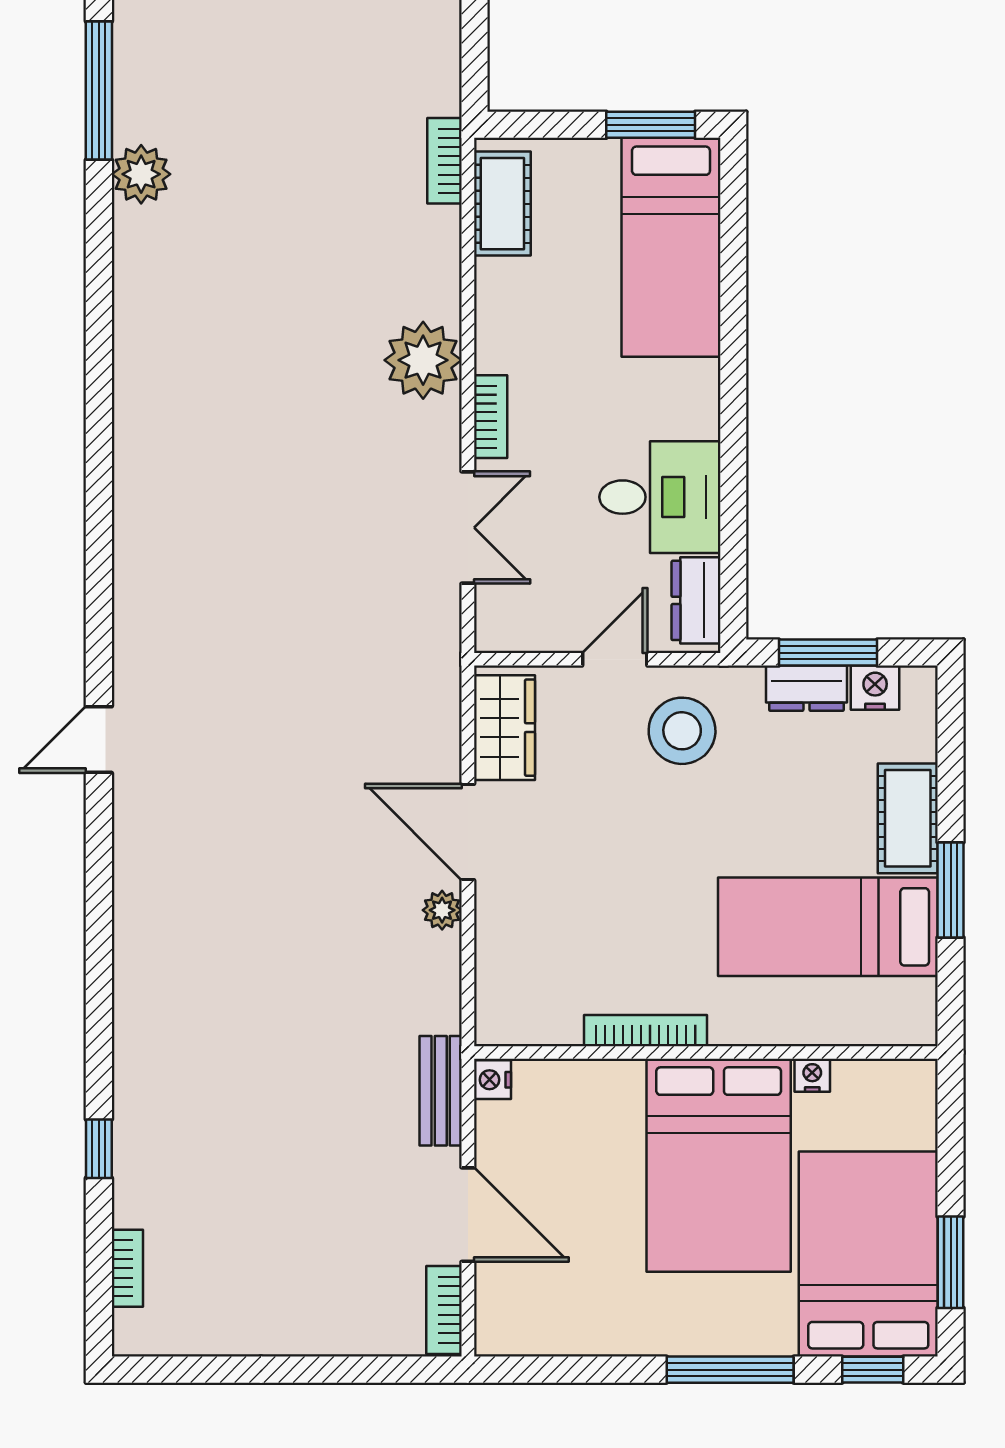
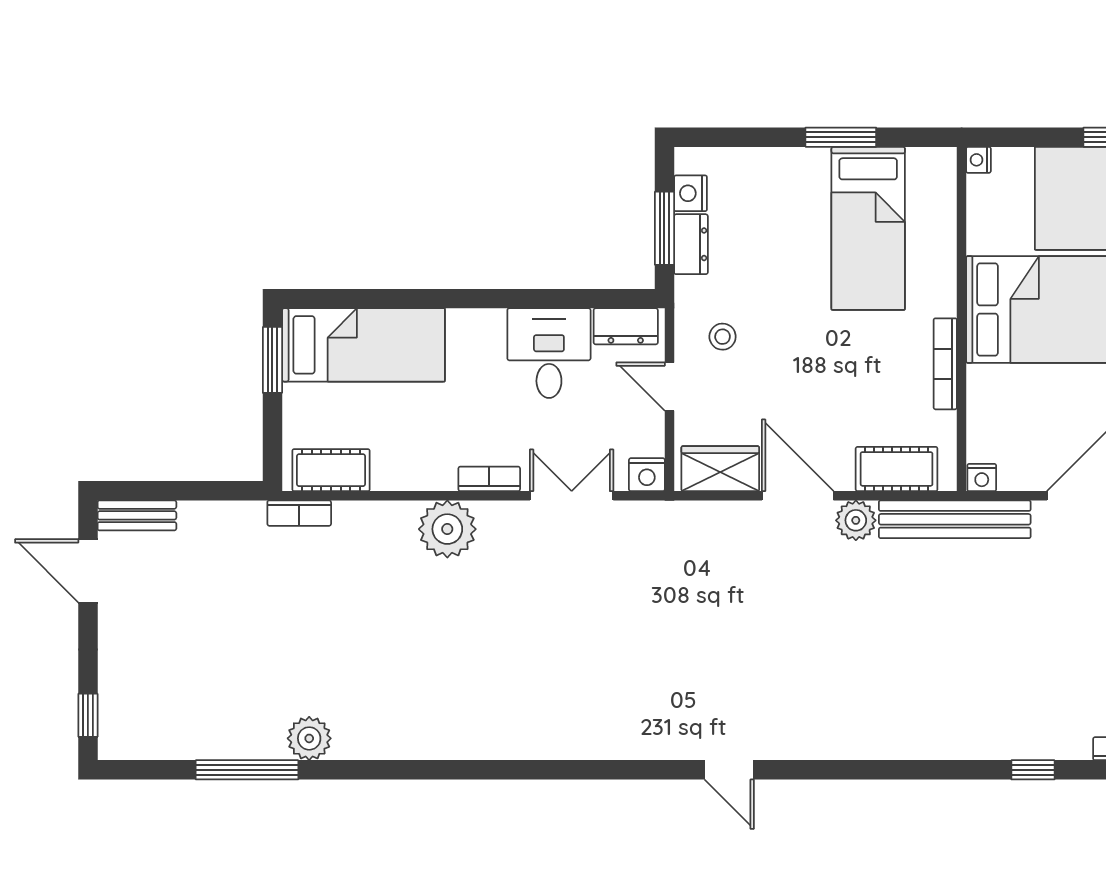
nightstand: (496, 629) -> (647, 475), added
stool: (682, 731) -> (723, 337), width x0.53, depth x0.53
cot: (908, 818) -> (897, 469), moved
door: (468, 832) -> (798, 496), swing flipped
plant: (442, 910) -> (856, 520), width x1.38, depth x1.38
nightstand: (812, 1075) -> (978, 160), moved
bench: (441, 1091) -> (955, 519), width x1.86, depth x1.21

